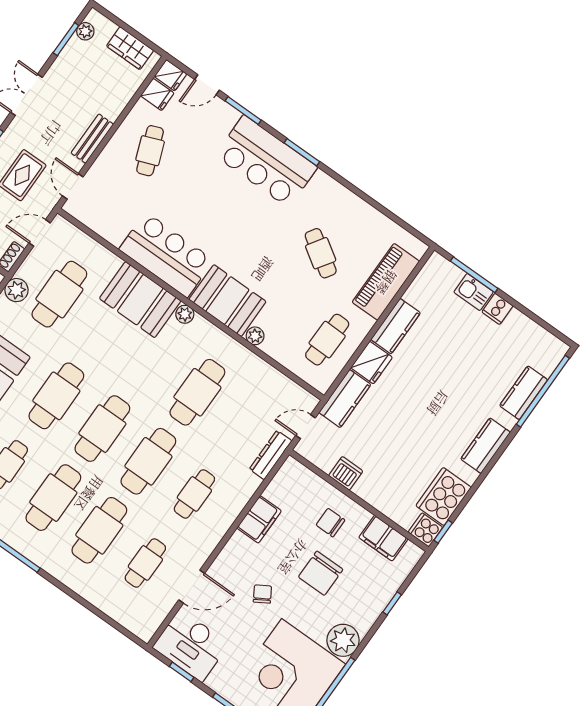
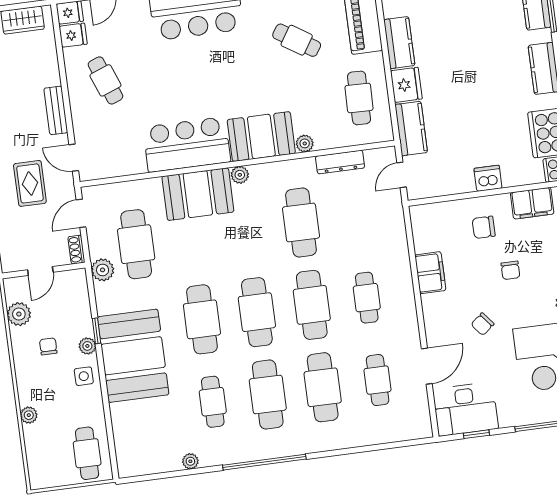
dresser: (271, 455) -> (340, 162), moved, turned -90
dishwasher: (346, 473) -> (488, 178), moved
chair: (321, 573) -> (510, 270), width x0.54, depth x0.54
chair: (262, 594) -> (482, 324), turned -98

